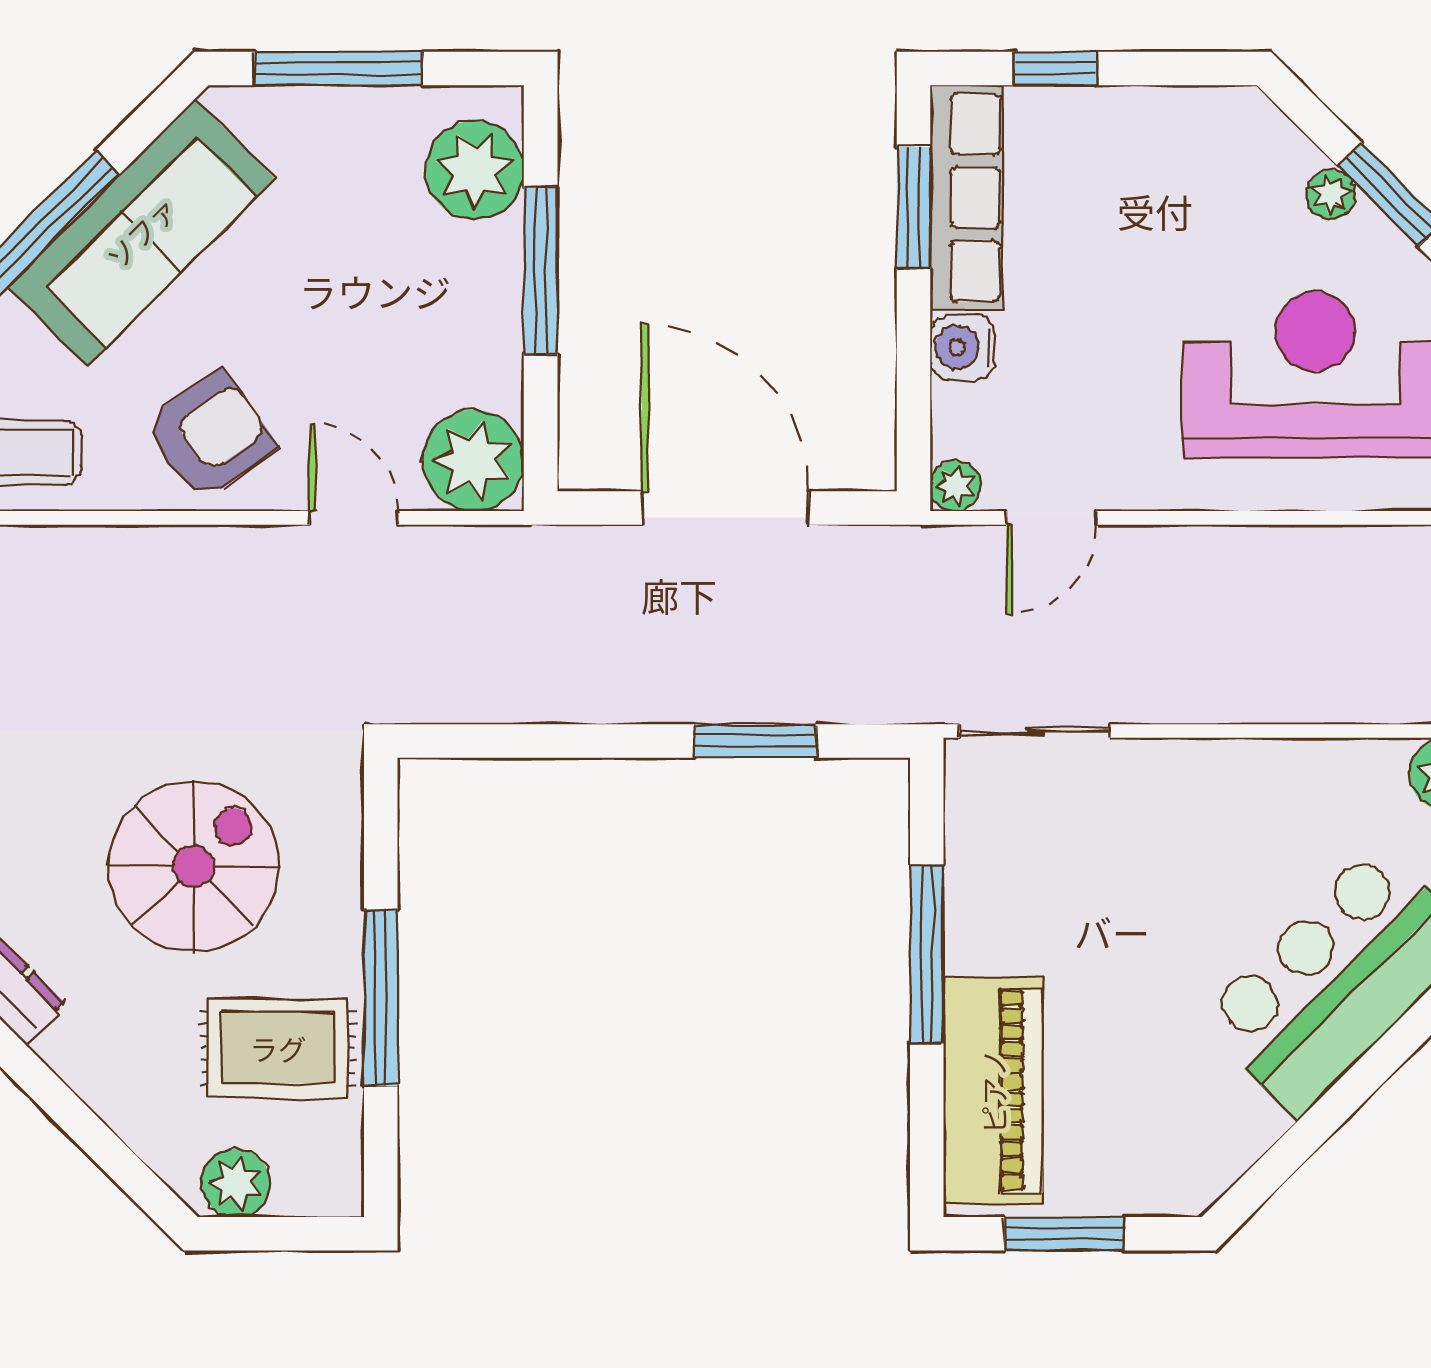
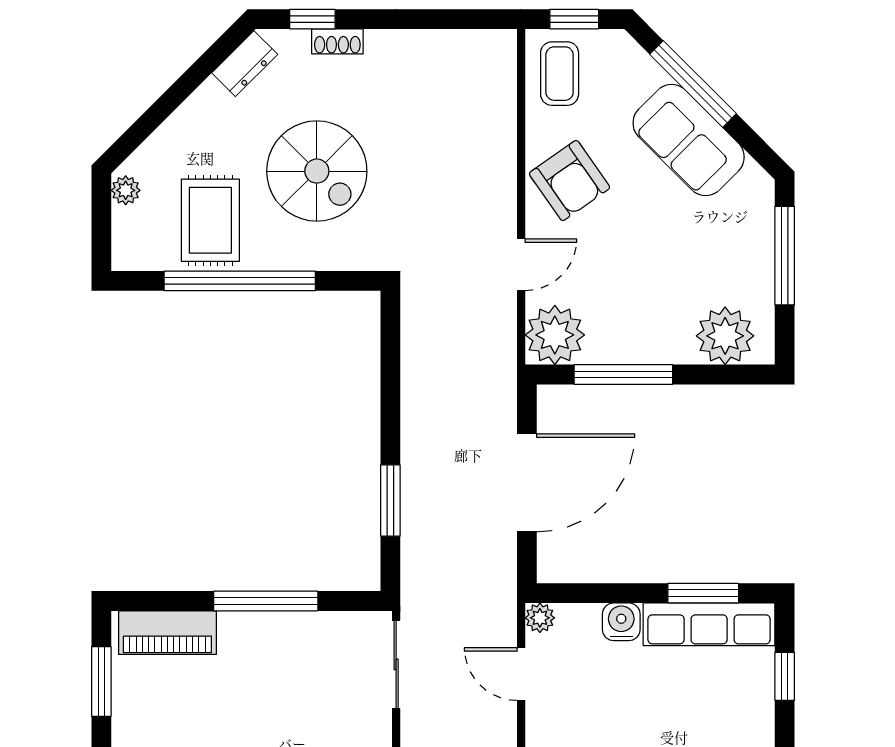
sofa: (141, 232) -> (689, 140), width x0.73
window: (541, 270) -> (623, 374), moved
window: (381, 998) -> (240, 281), width x1.46
piano: (993, 1091) -> (167, 633), width x0.73, depth x0.75
plant: (236, 1183) -> (126, 190), width x0.73, depth x0.73

